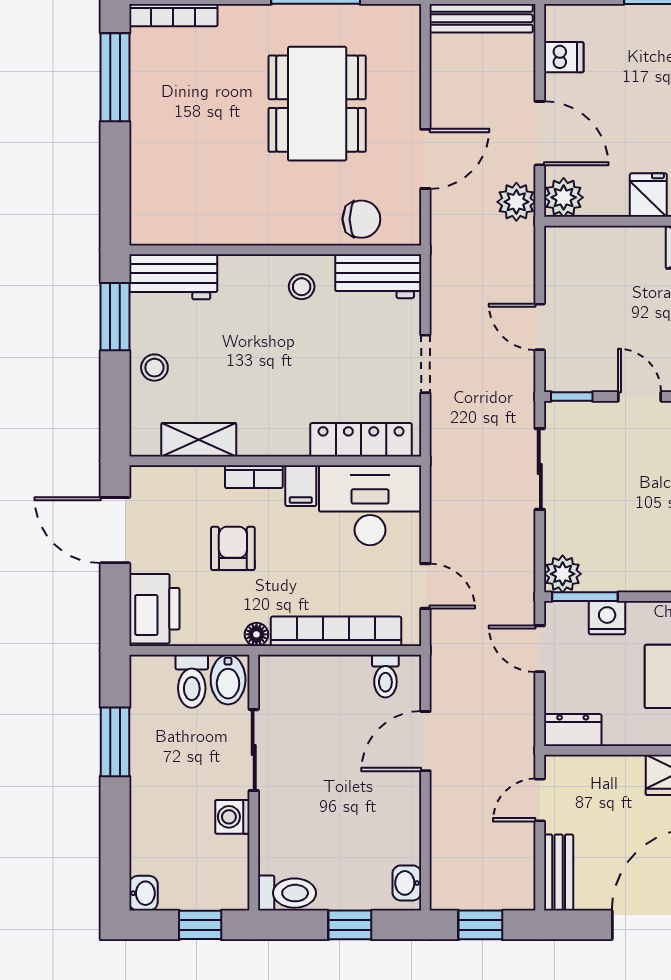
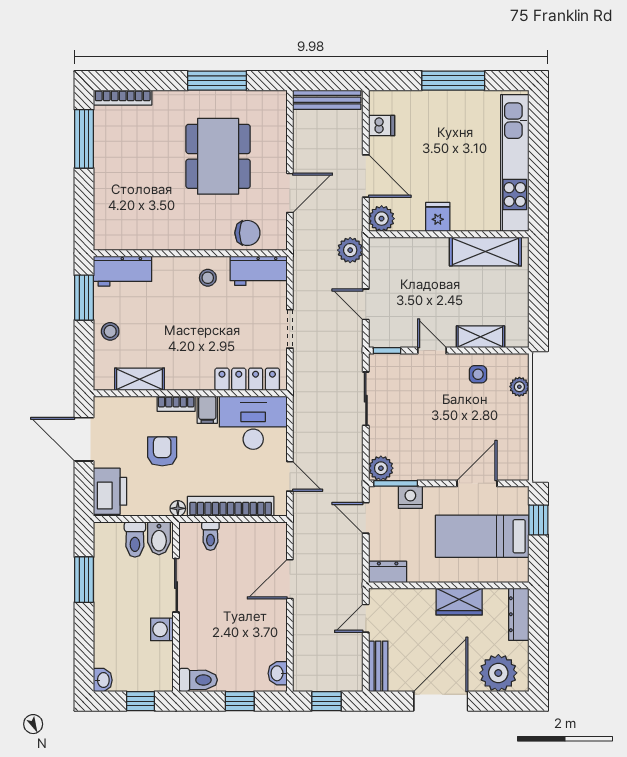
plant: (516, 202) -> (350, 250), moved
toilet: (385, 676) -> (210, 536), moved

